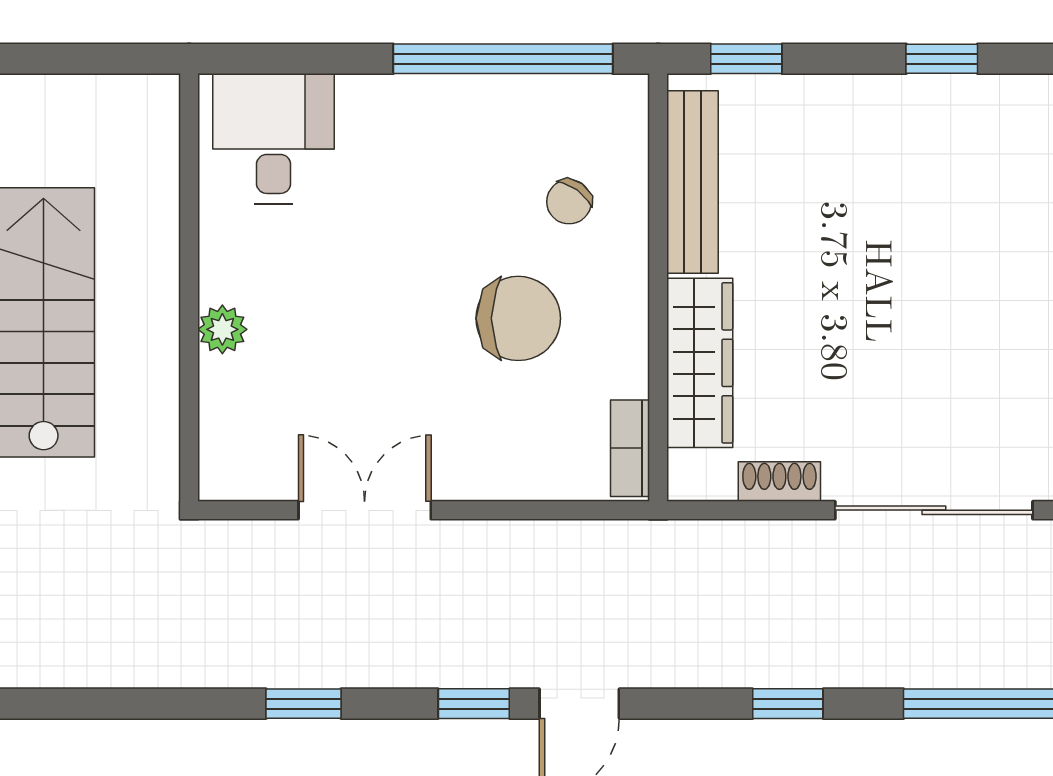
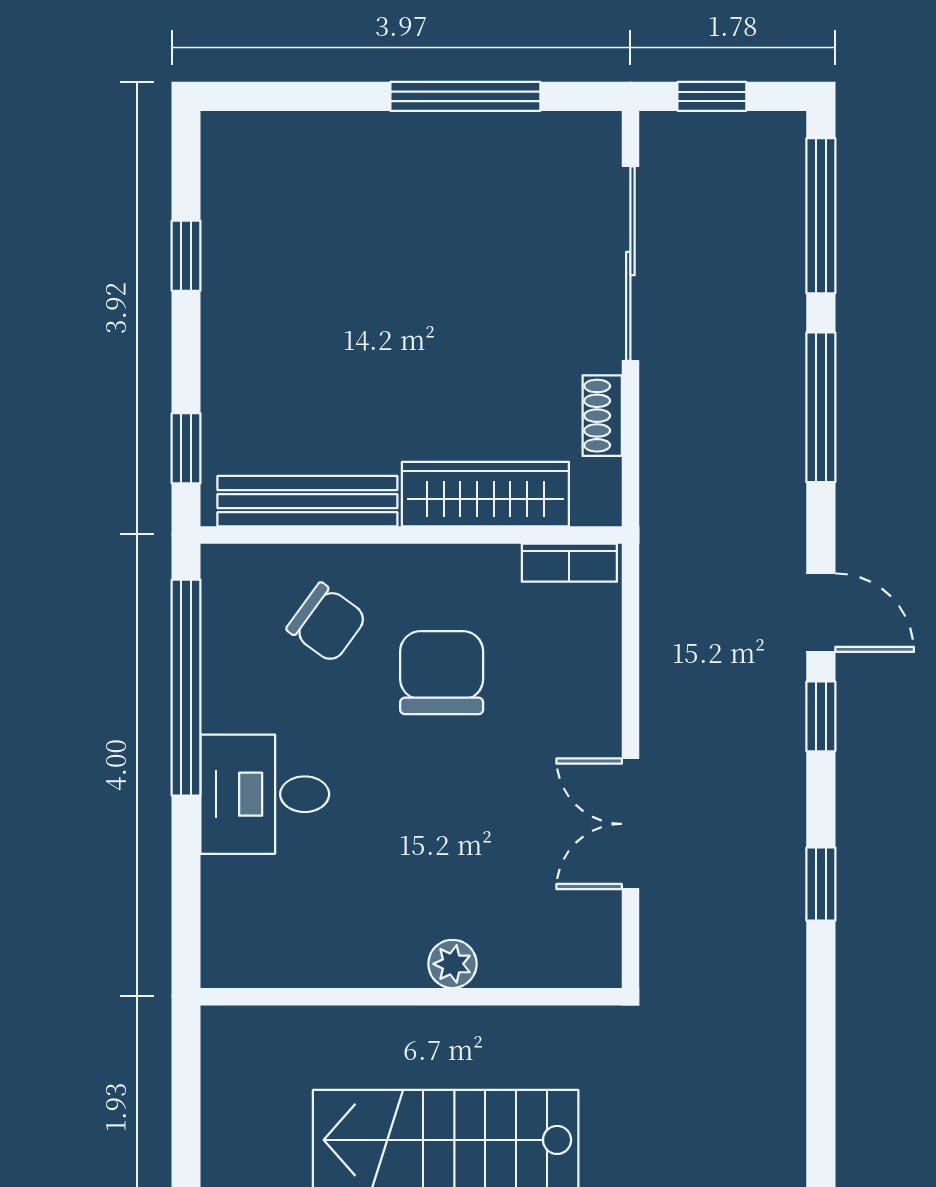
desk: (274, 139) -> (265, 794), moved
chair: (569, 202) -> (327, 623), width x1.37, depth x1.37
window: (788, 704) -> (821, 407), width x2.17

